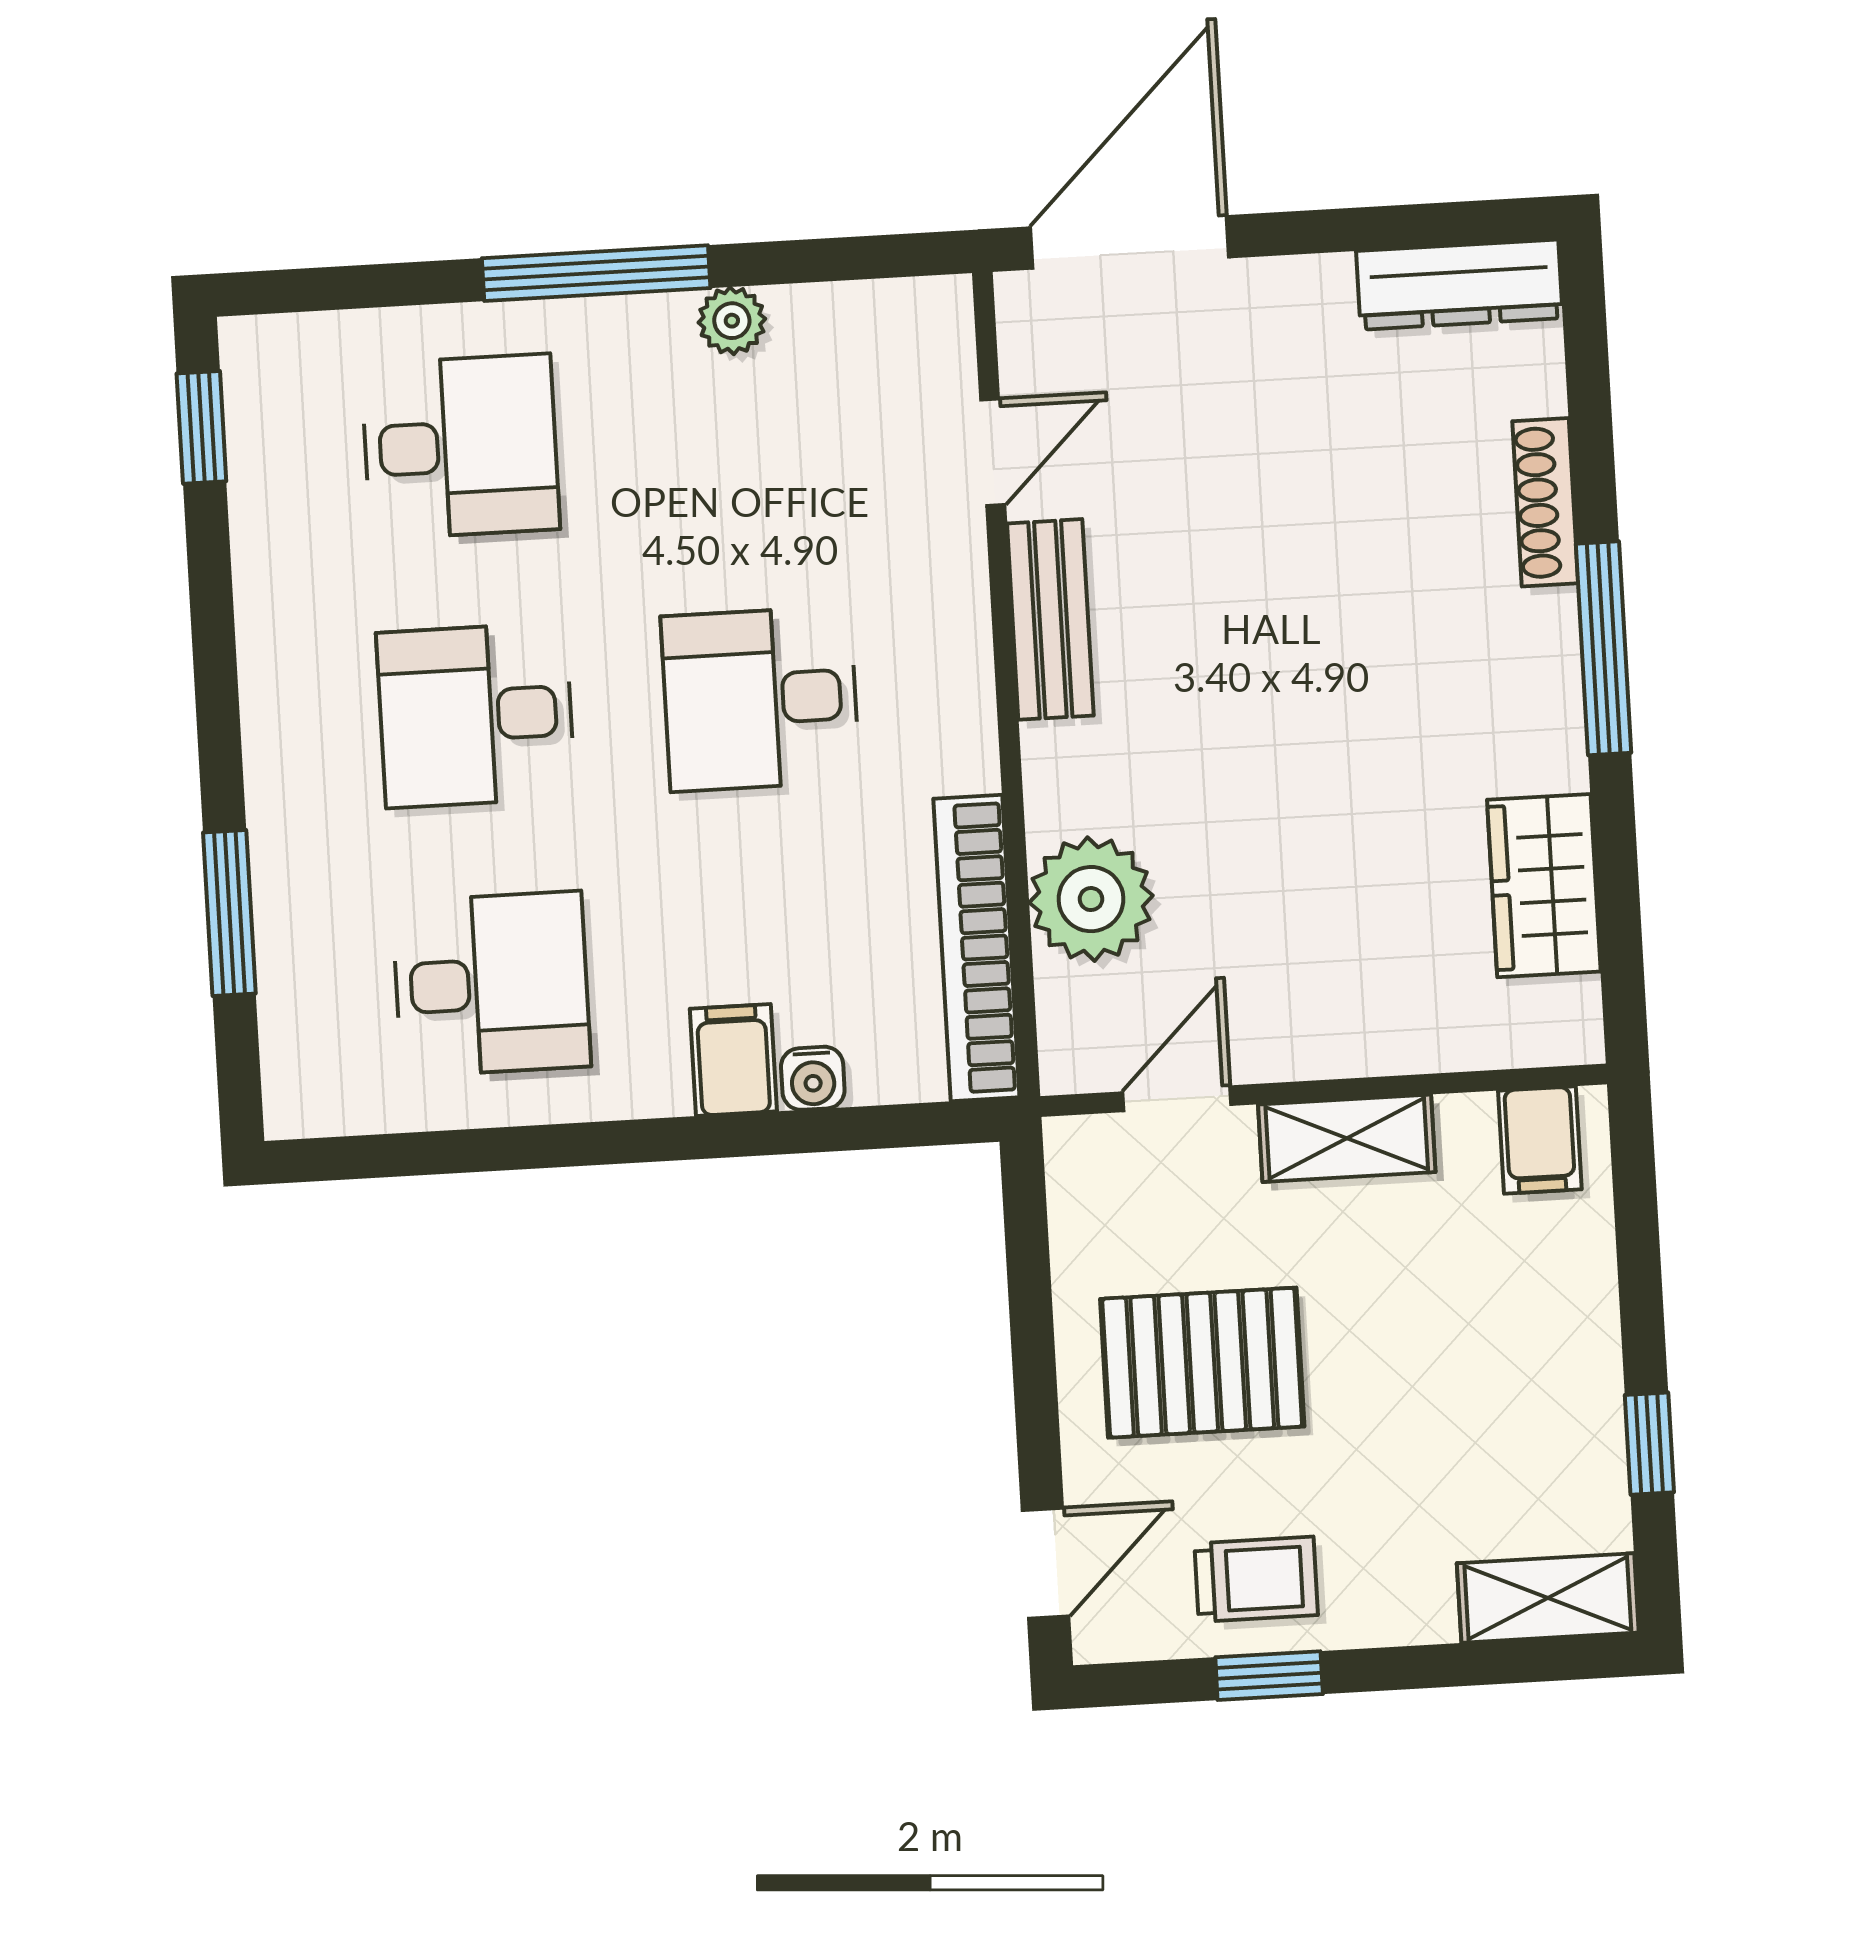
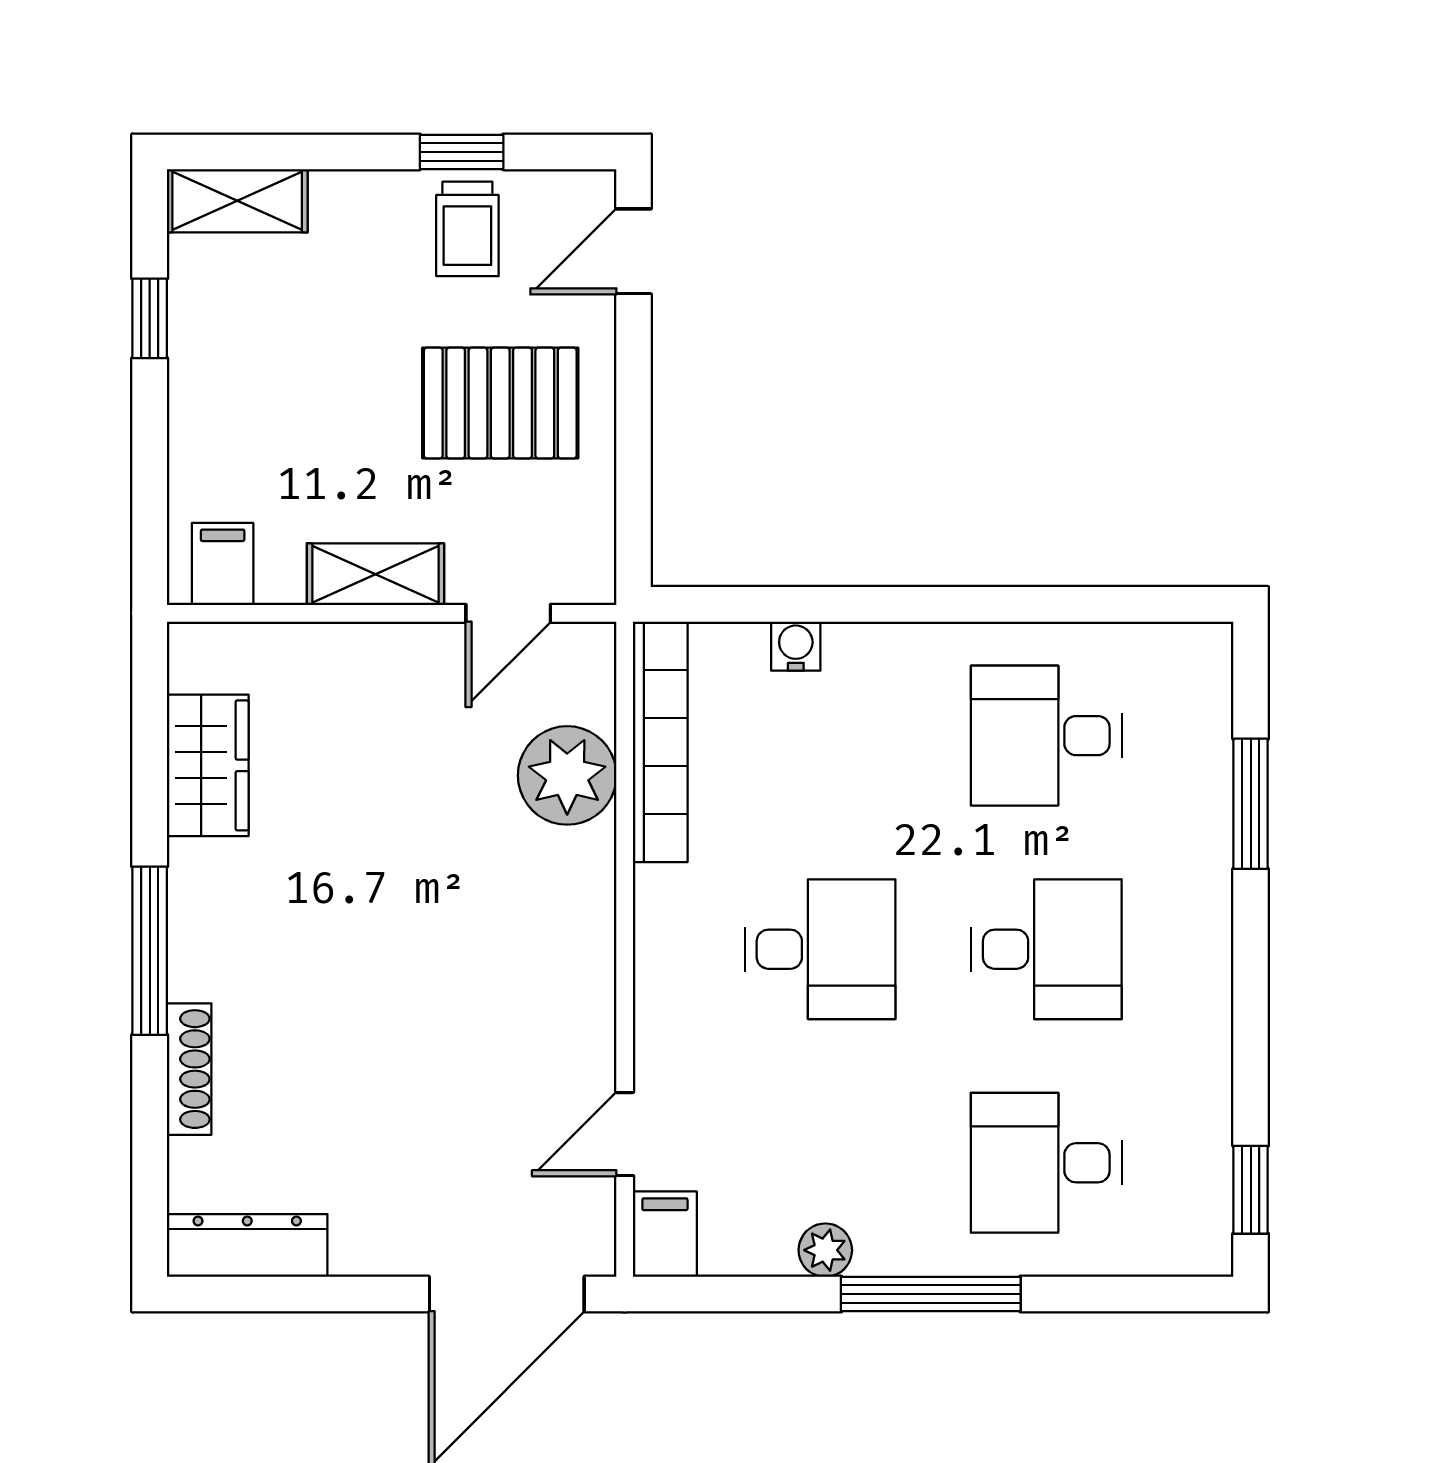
bench: (1050, 619) -> (587, 999), removed
filing cabinet: (733, 1060) -> (665, 1234), moved, turned 180
trolley: (1256, 1579) -> (467, 229), turned -90

